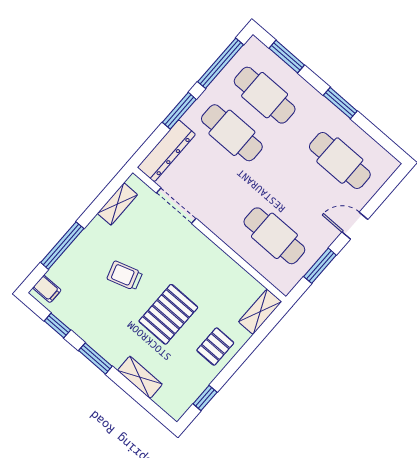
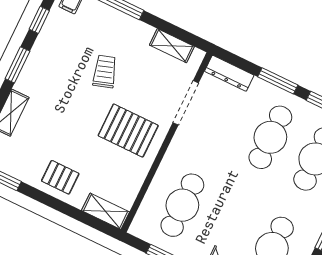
dresser: (166, 151) -> (229, 73), width x0.73, depth x0.80
pallet: (168, 314) -> (128, 131), moved

